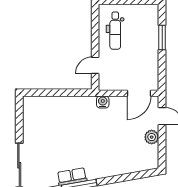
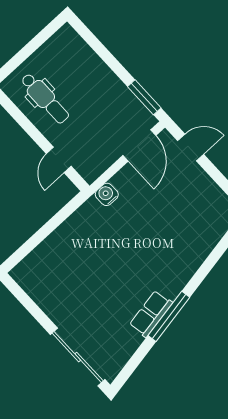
window: (162, 37) -> (144, 97), moved
plant: (152, 137) -> (201, 183), removed

